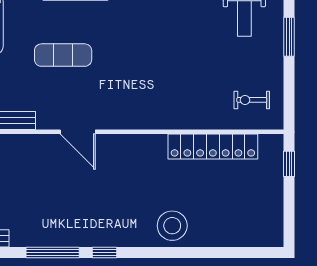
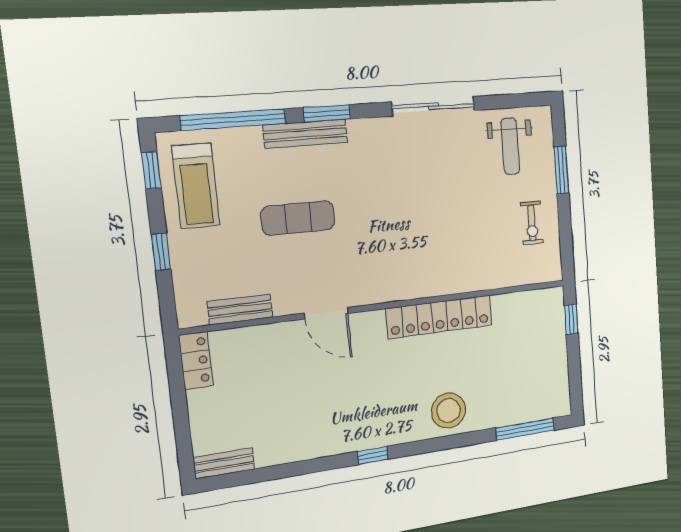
exercise bike: (252, 100) -> (532, 223), moved, turned -90
locker: (213, 147) -> (439, 317), moved
window: (53, 253) -> (525, 429), moved

